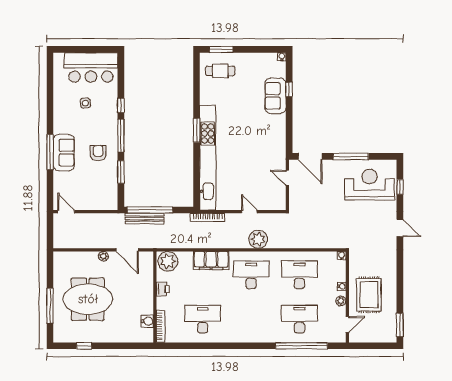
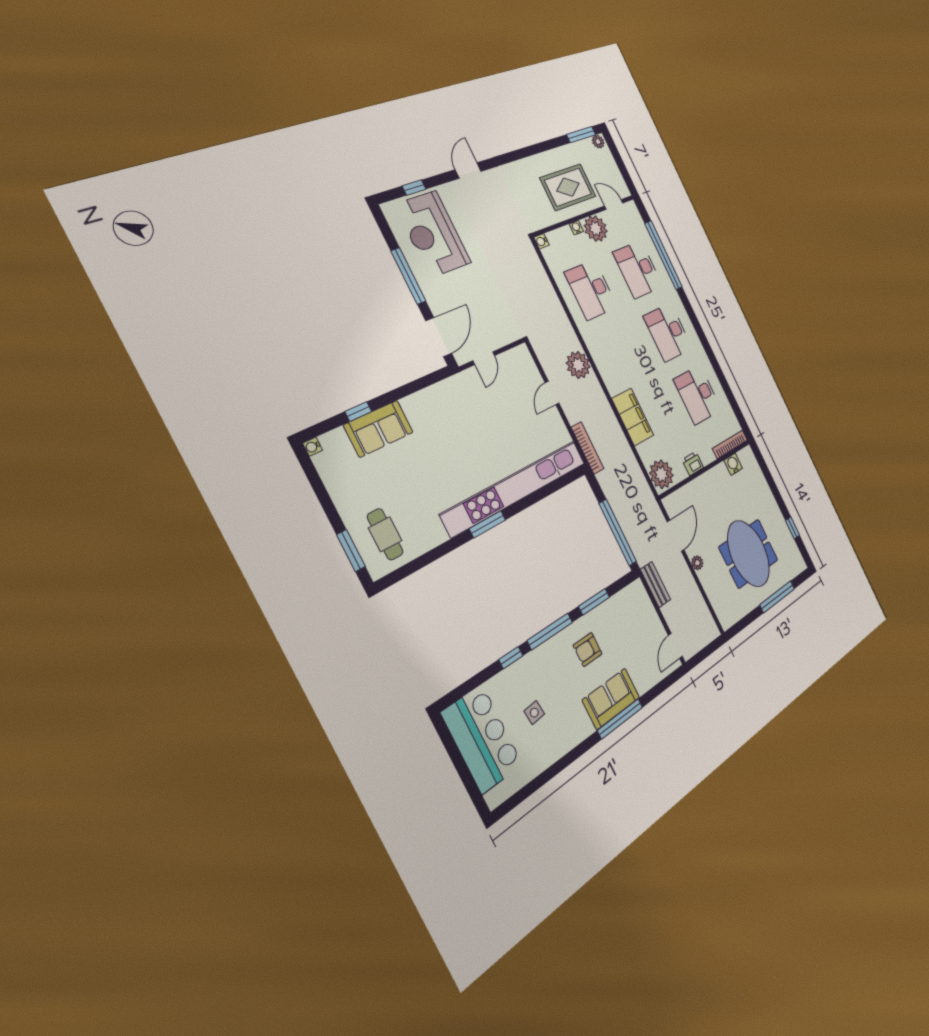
bench: (145, 219) -> (655, 585), moved, width x0.73
desk: (251, 275) -> (668, 332), moved
plant: (341, 301) -> (596, 229), width x1.88, depth x1.88
plant: (392, 336) -> (598, 142), added

